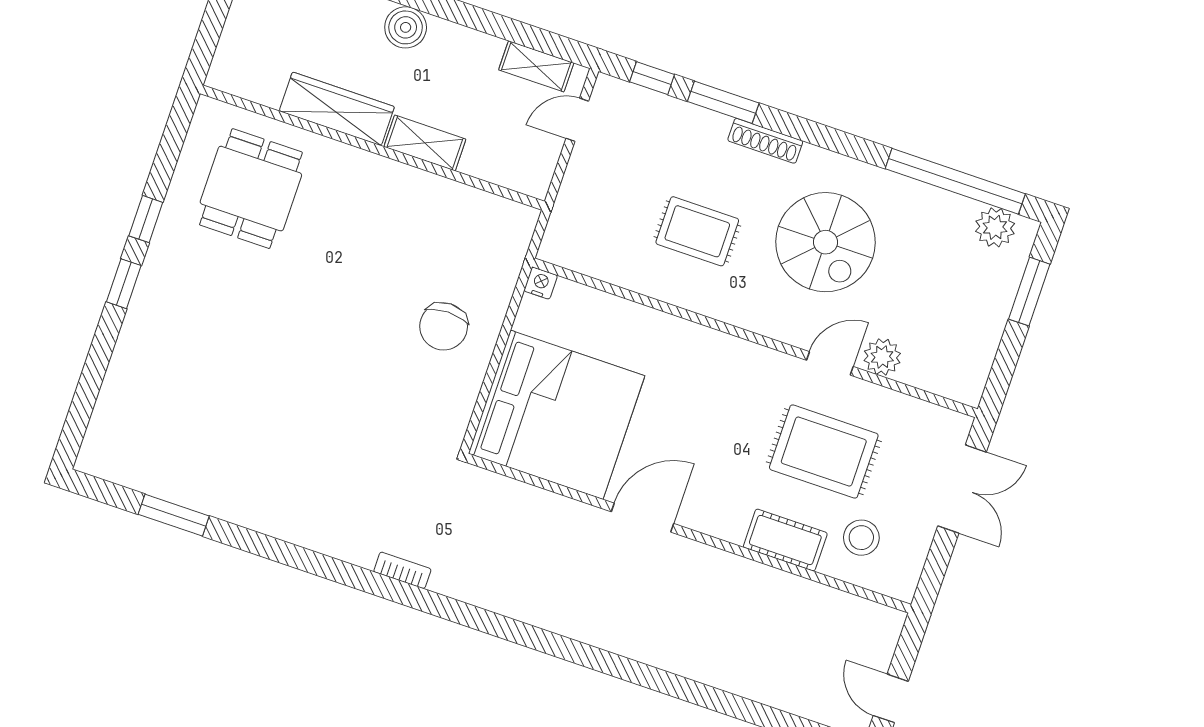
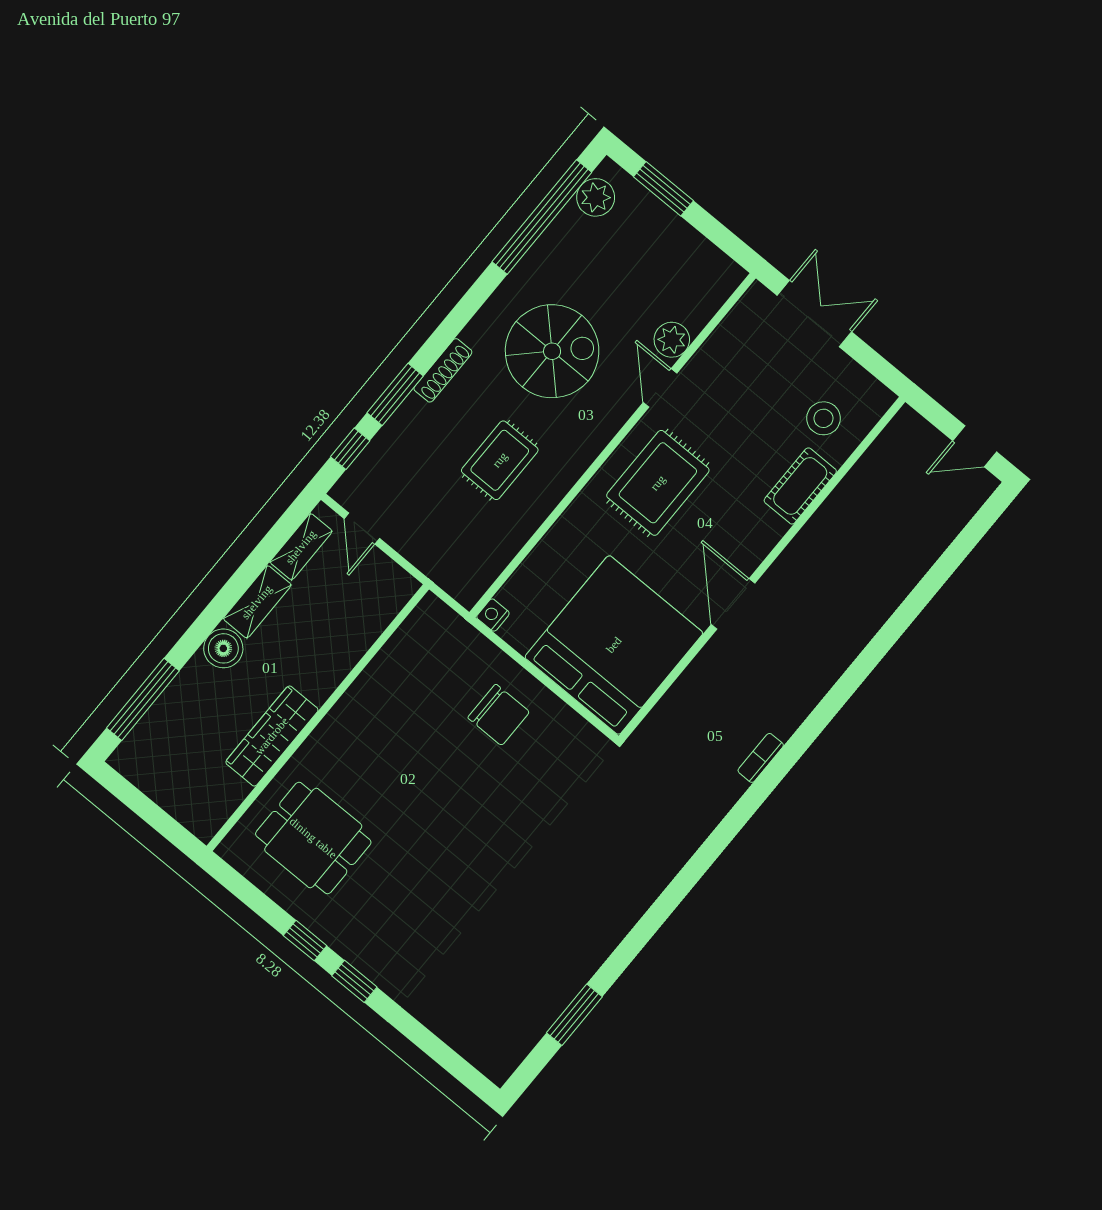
shelving: (425, 143) -> (257, 602), moved
rug: (824, 452) -> (658, 483), moved
bookcase: (402, 570) -> (761, 758), moved

